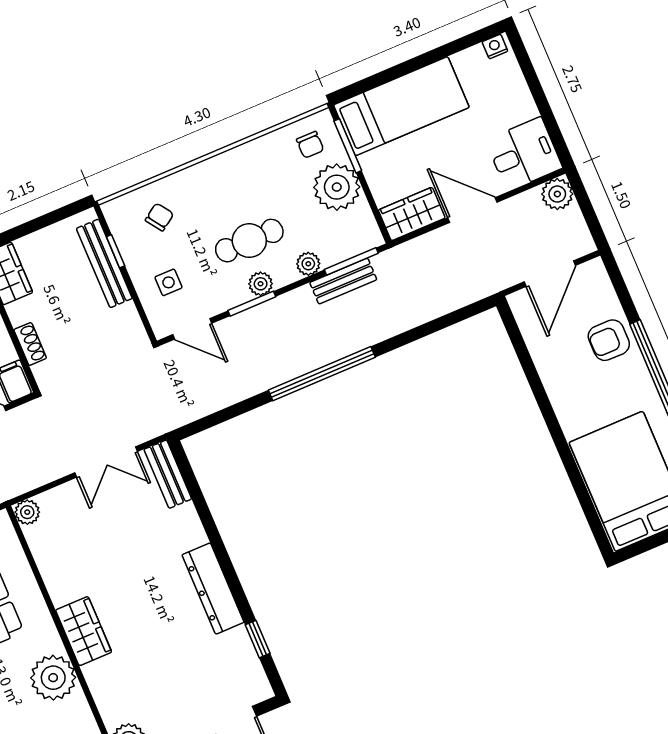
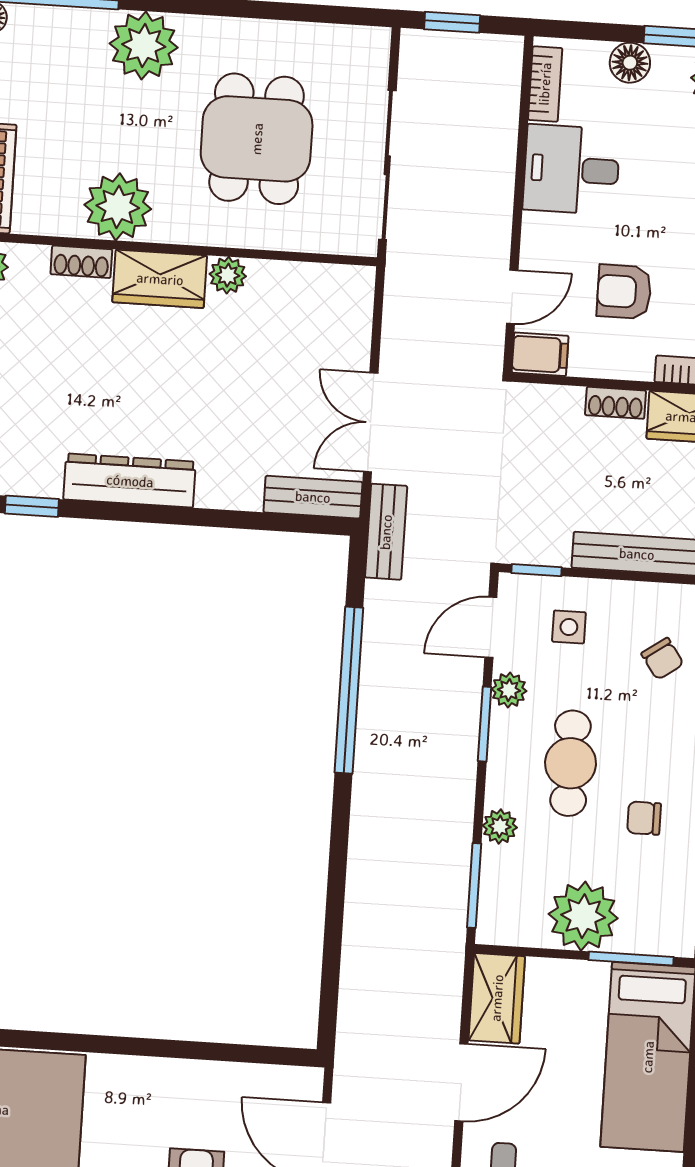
chair: (310, 145) -> (644, 818), moved
window: (116, 251) -> (536, 570), moved
bench: (343, 281) -> (386, 532), moved
plant: (261, 284) -> (509, 690), moved
shoe rack: (30, 344) -> (615, 403), moved
window: (322, 374) -> (349, 690), moved
plant: (27, 512) -> (228, 275), moved
shoe rack: (97, 683) -> (81, 262), added

